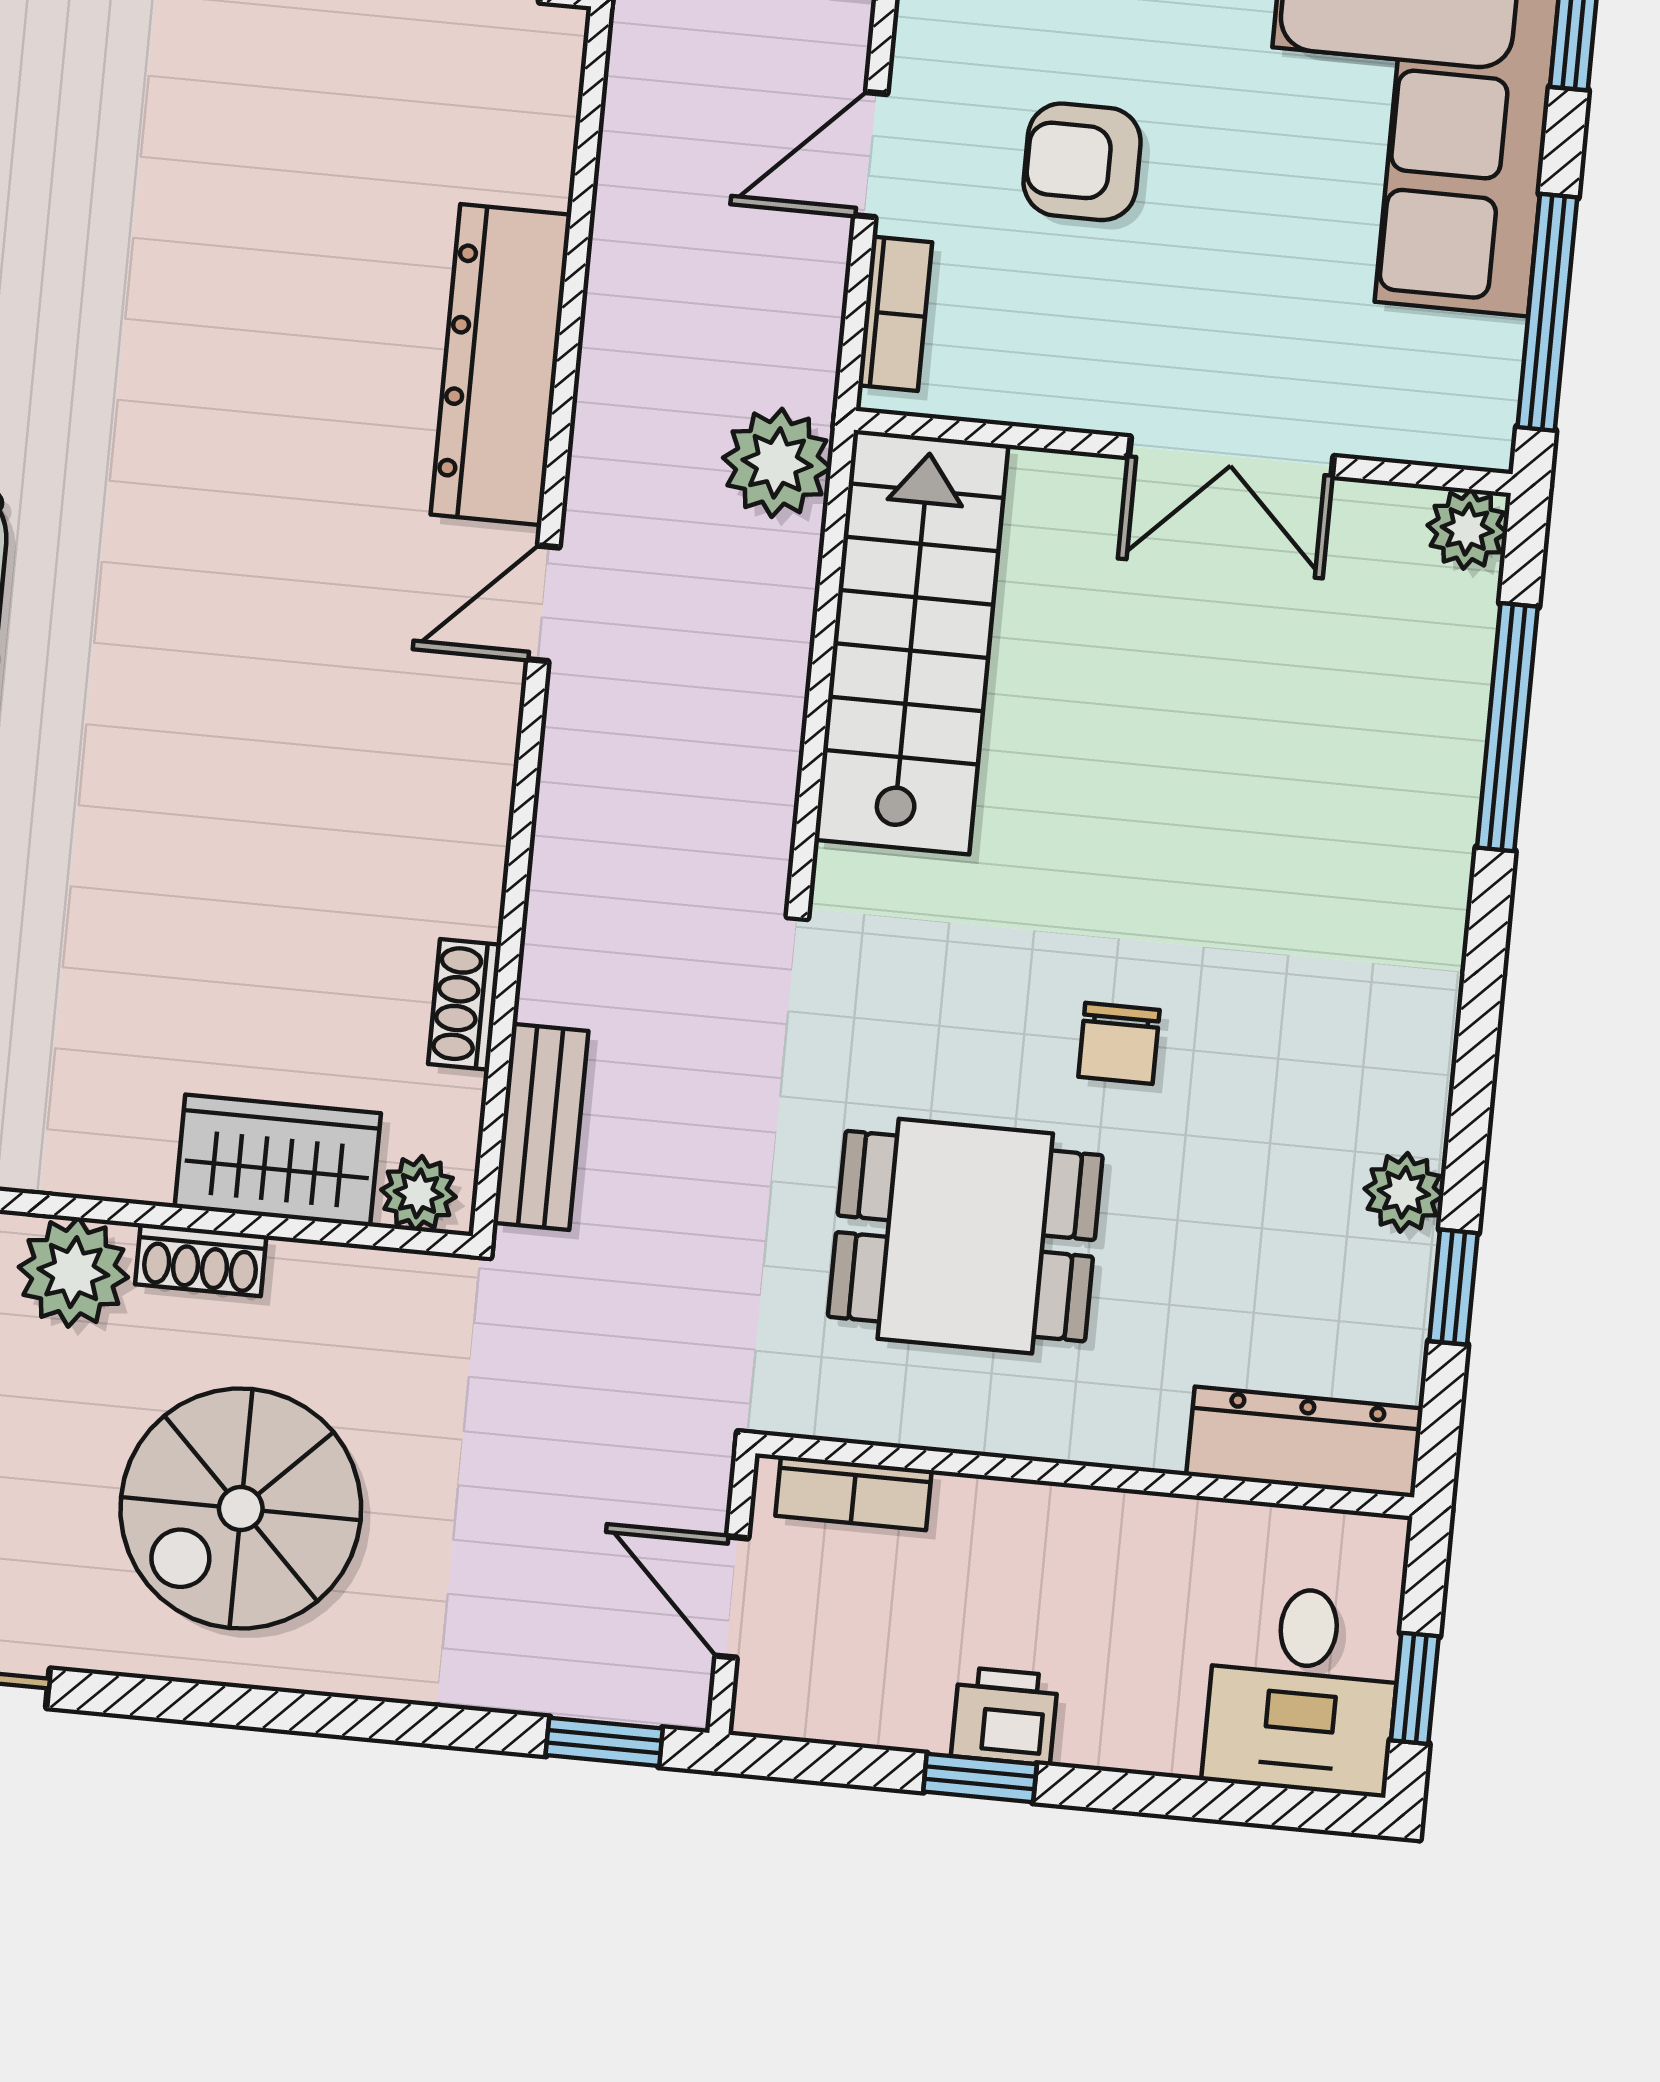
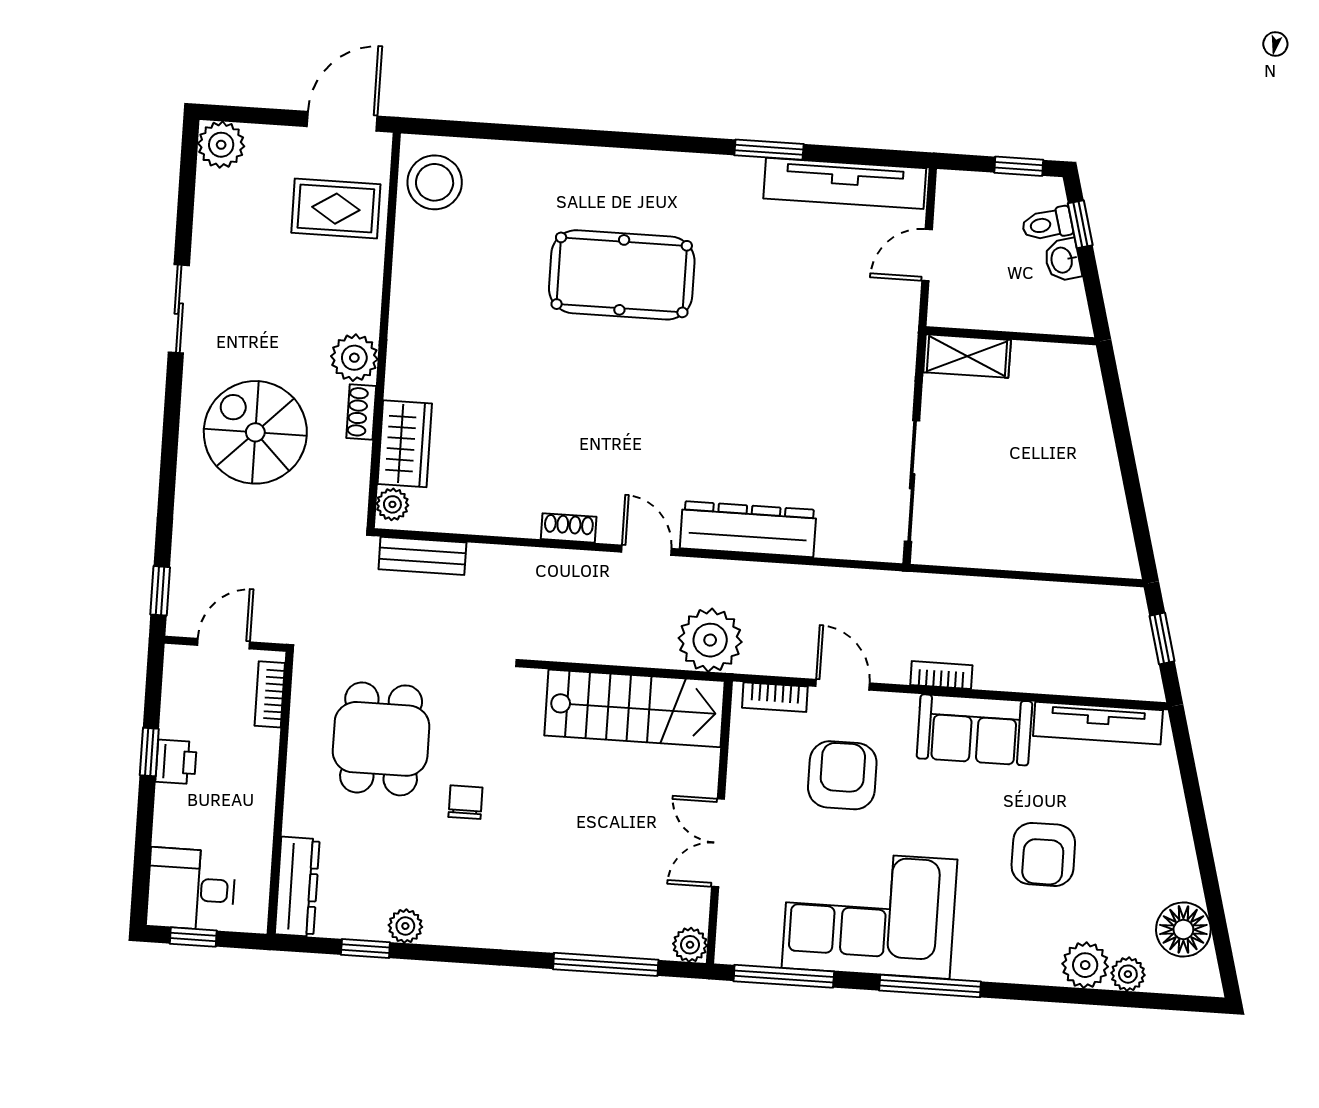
armchair: (1082, 162) -> (842, 775), width x1.38, depth x1.38
plant: (777, 463) -> (710, 640), width x1.36, depth x1.36
shoe rack: (465, 1004) -> (569, 528), moved
chair: (1119, 1043) -> (465, 802), turned 90

